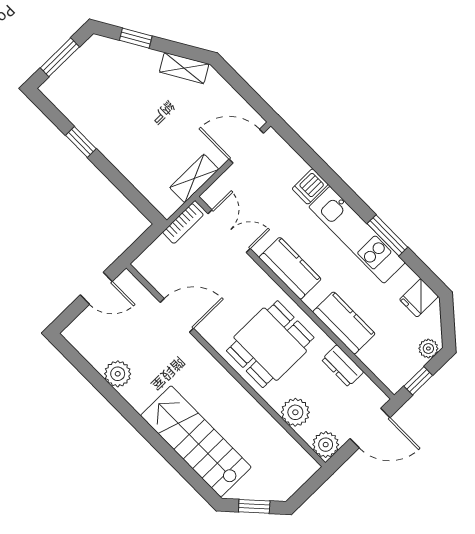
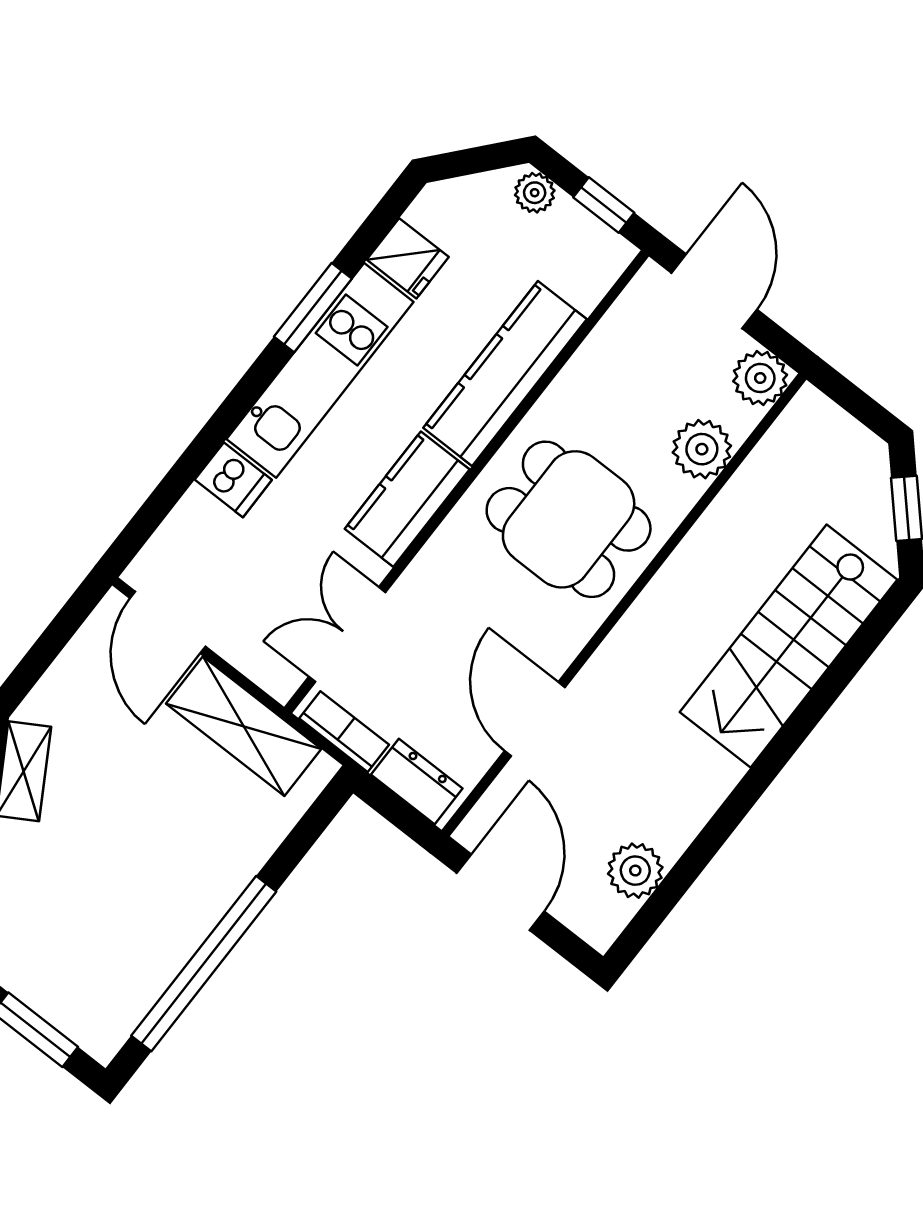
window: (81, 142) -> (204, 964), width x3.17
shelving: (194, 178) -> (244, 726), width x1.50, depth x1.33
door: (96, 288) -> (501, 892), width x1.38
fridge: (419, 298) -> (408, 258), moved
kitchen counter: (344, 323) -> (505, 374), width x1.50
dresser: (343, 366) -> (417, 782), moved, turned -90
plant: (118, 374) -> (635, 871), moved

